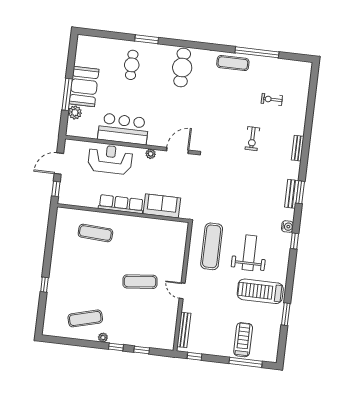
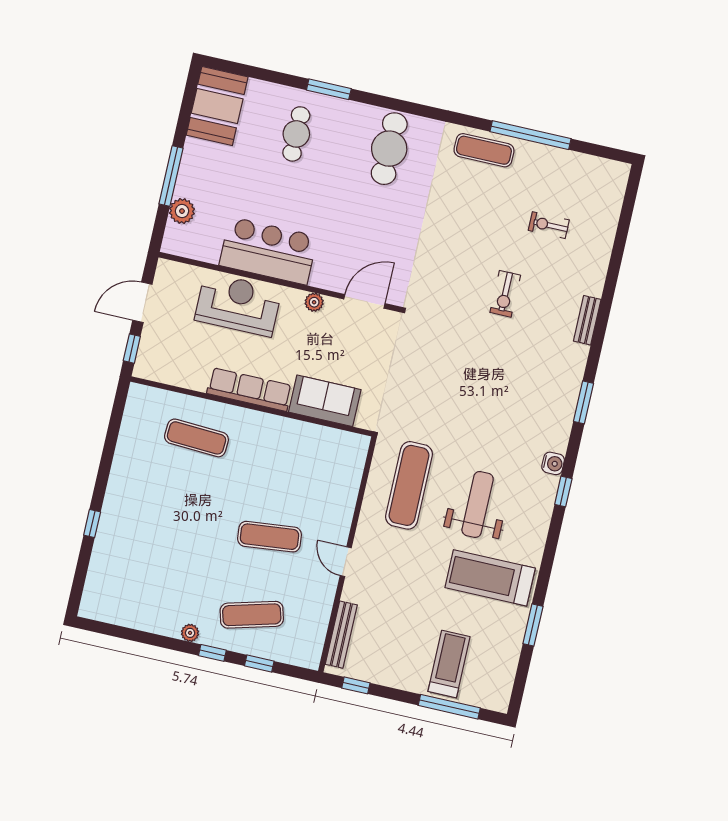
booth: (84, 87) -> (217, 106), moved
bench: (292, 194) -> (567, 404), removed
exercise mat: (85, 318) -> (252, 615), moved

